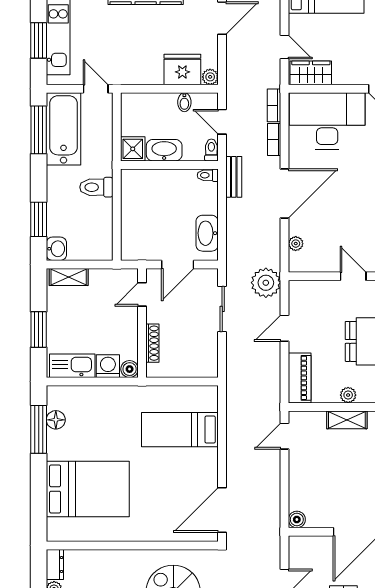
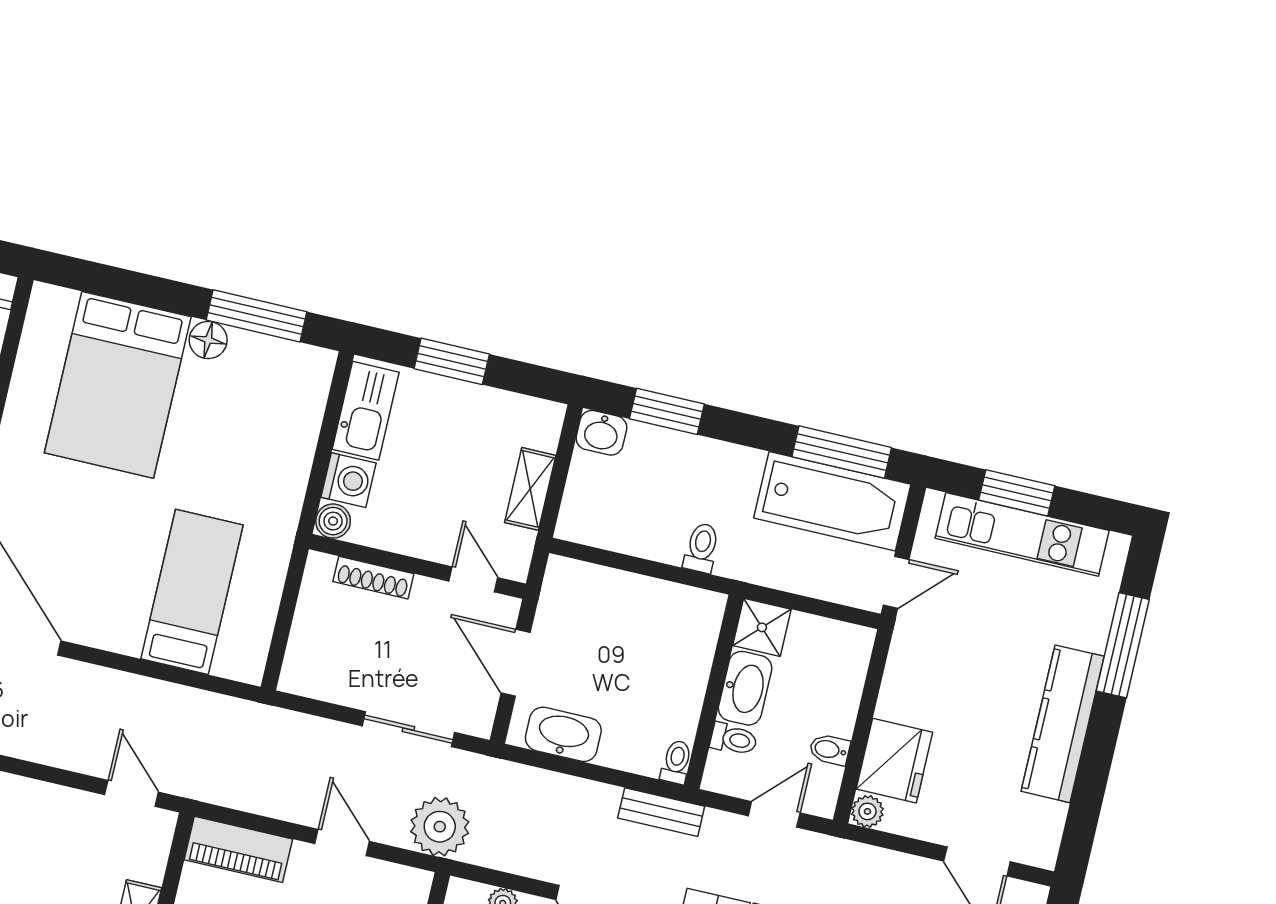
toilet: (211, 150) -> (734, 739), moved
toilet: (96, 187) -> (702, 548), width x0.73, depth x0.72
shelving: (69, 277) -> (530, 489), moved
floor lamp: (56, 420) -> (208, 340), moved

